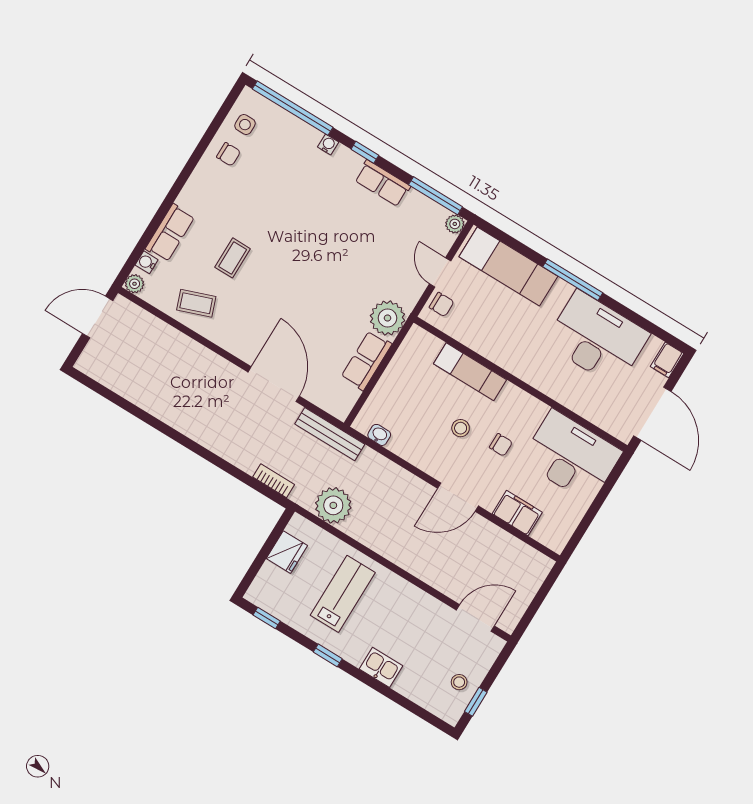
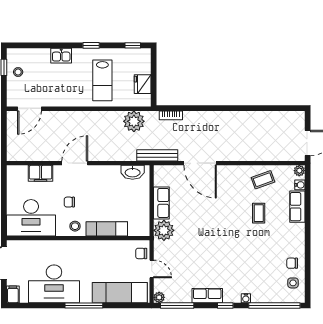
stool: (461, 428) -> (75, 226), moved
washbasin: (379, 435) -> (133, 172), width x1.91, depth x1.45

